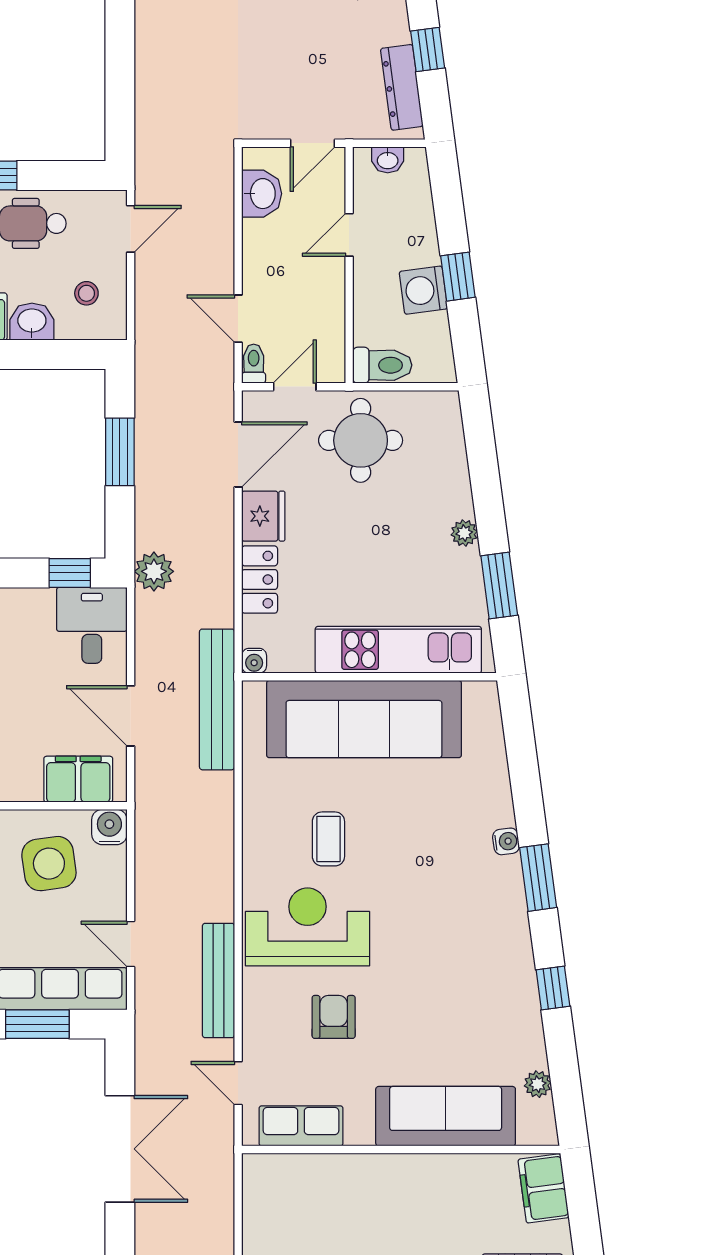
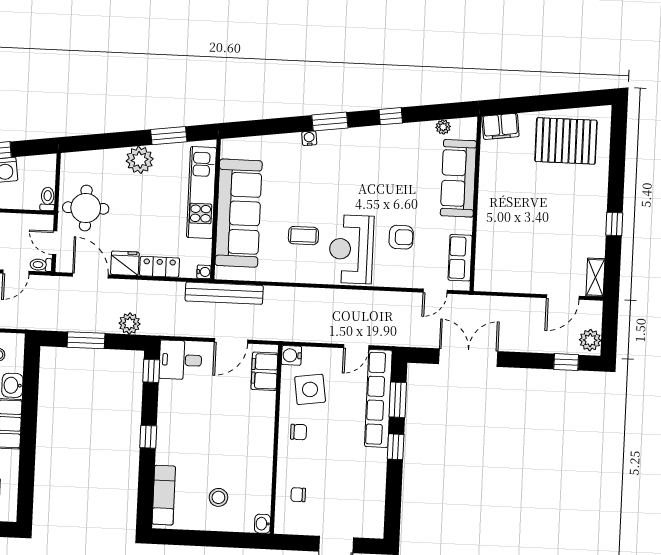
toilet: (382, 365) -> (47, 199), width x0.73, depth x0.72
plant: (464, 533) -> (140, 160), width x1.88, depth x1.88
plant: (154, 571) -> (130, 324), moved
bench: (218, 980) -> (378, 299), removed
armchair: (334, 1017) -> (401, 237), turned 180

